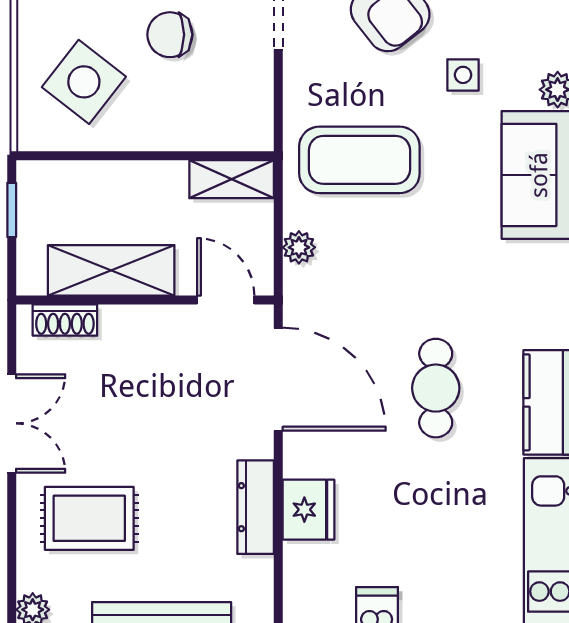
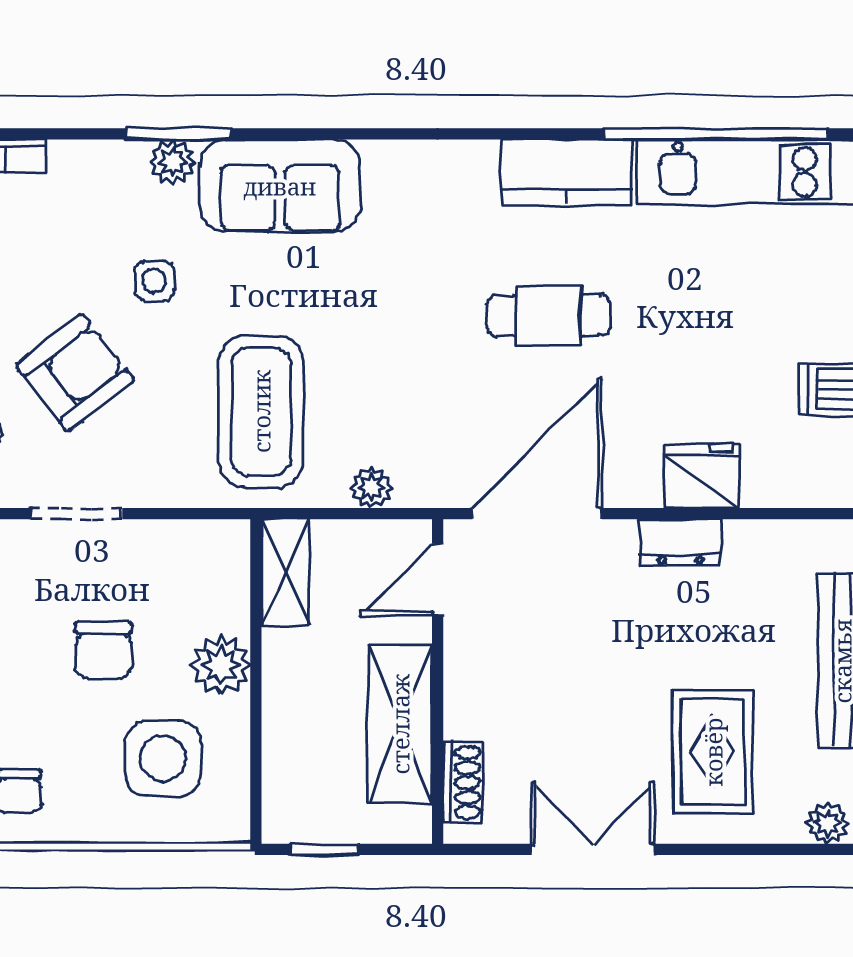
side table: (84, 82) -> (163, 758), turned -38
plant: (158, 128) -> (221, 665), added
dresser: (256, 507) -> (681, 542), width x0.70

